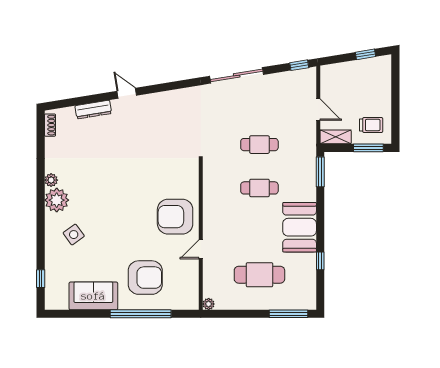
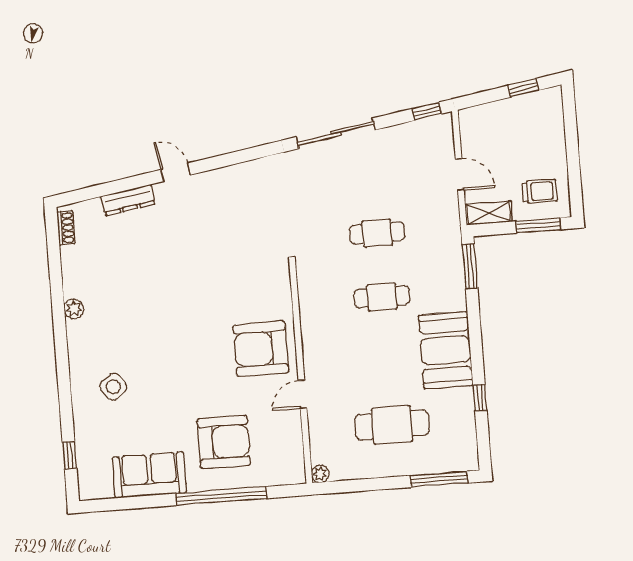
plant: (57, 200) -> (84, 338), removed

